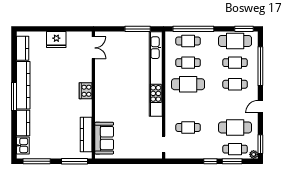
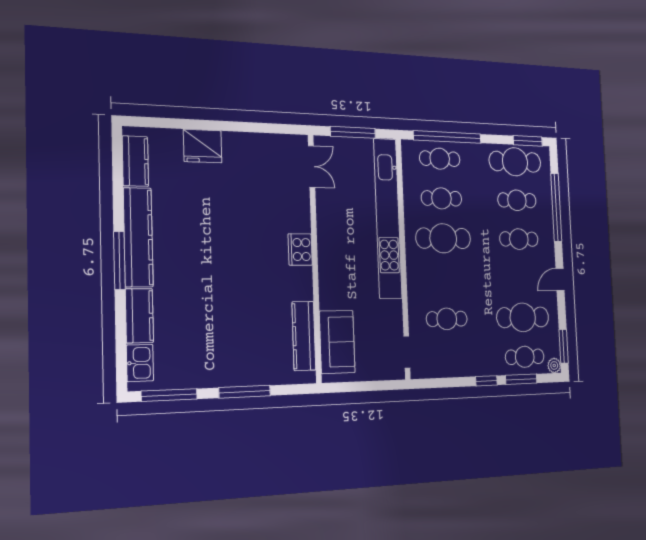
double door: (93, 48) -> (312, 166), moved
cooker: (86, 91) -> (300, 250), moved
wall: (93, 95) -> (315, 258), moved
kitchen counter: (86, 135) -> (304, 336), moved
sofa: (104, 138) -> (337, 342), moved

